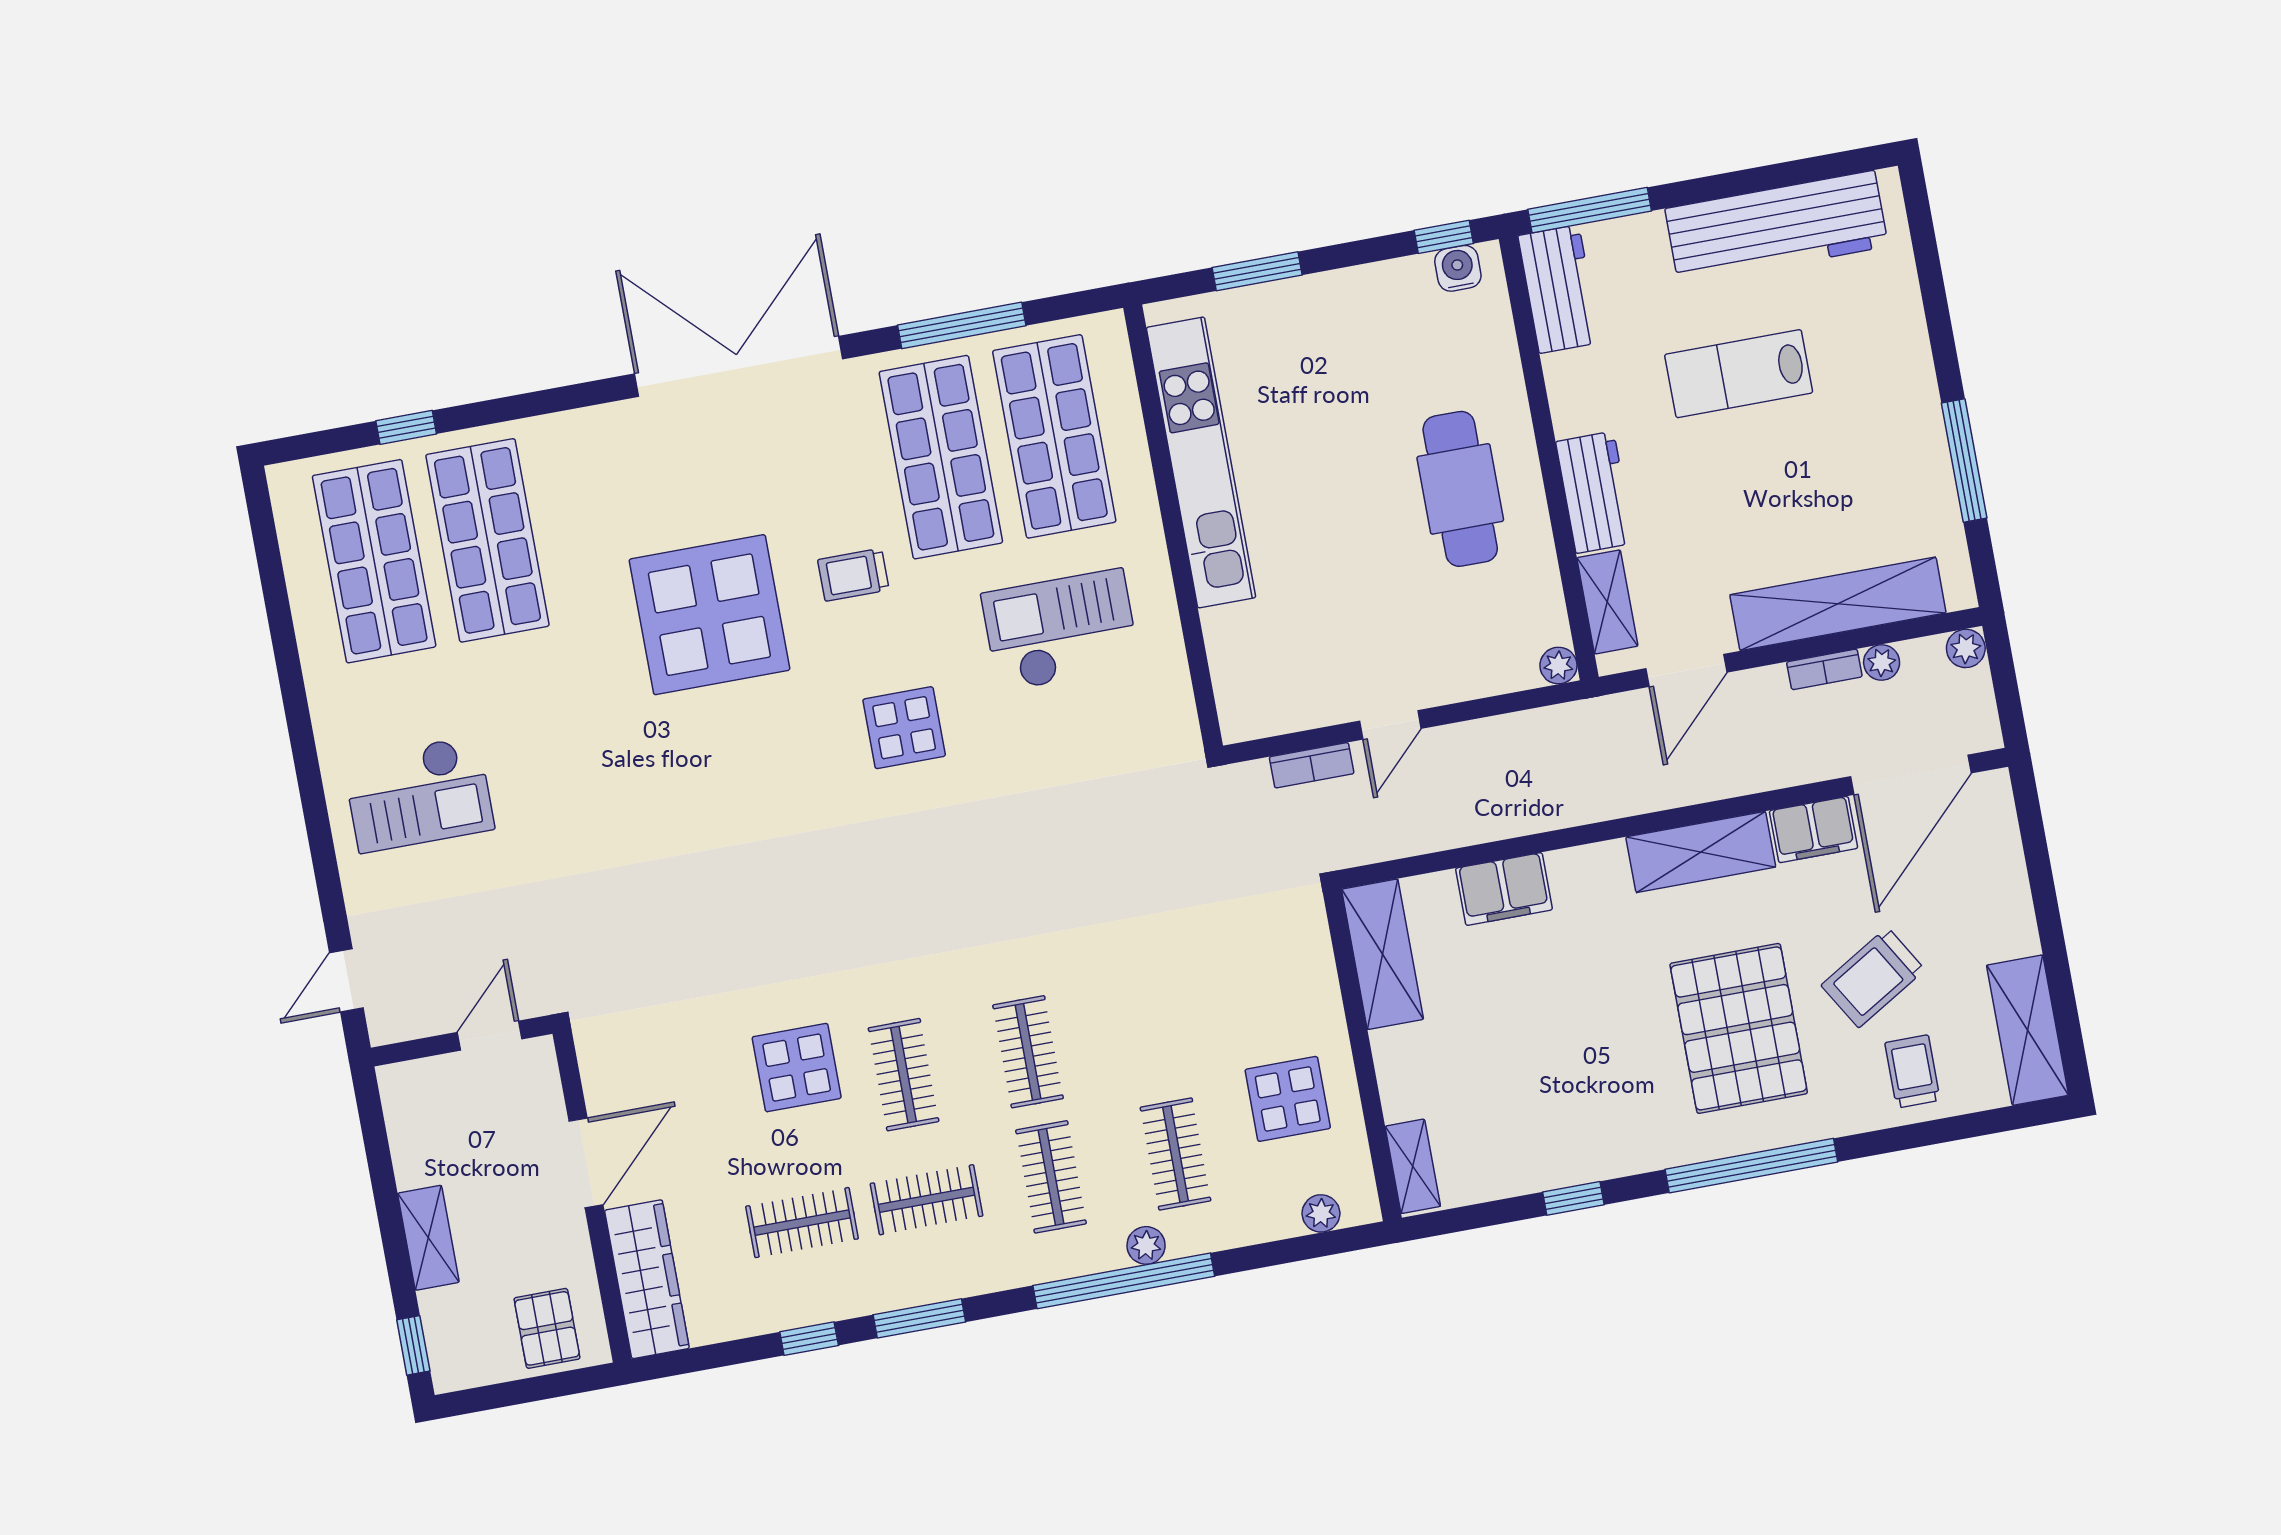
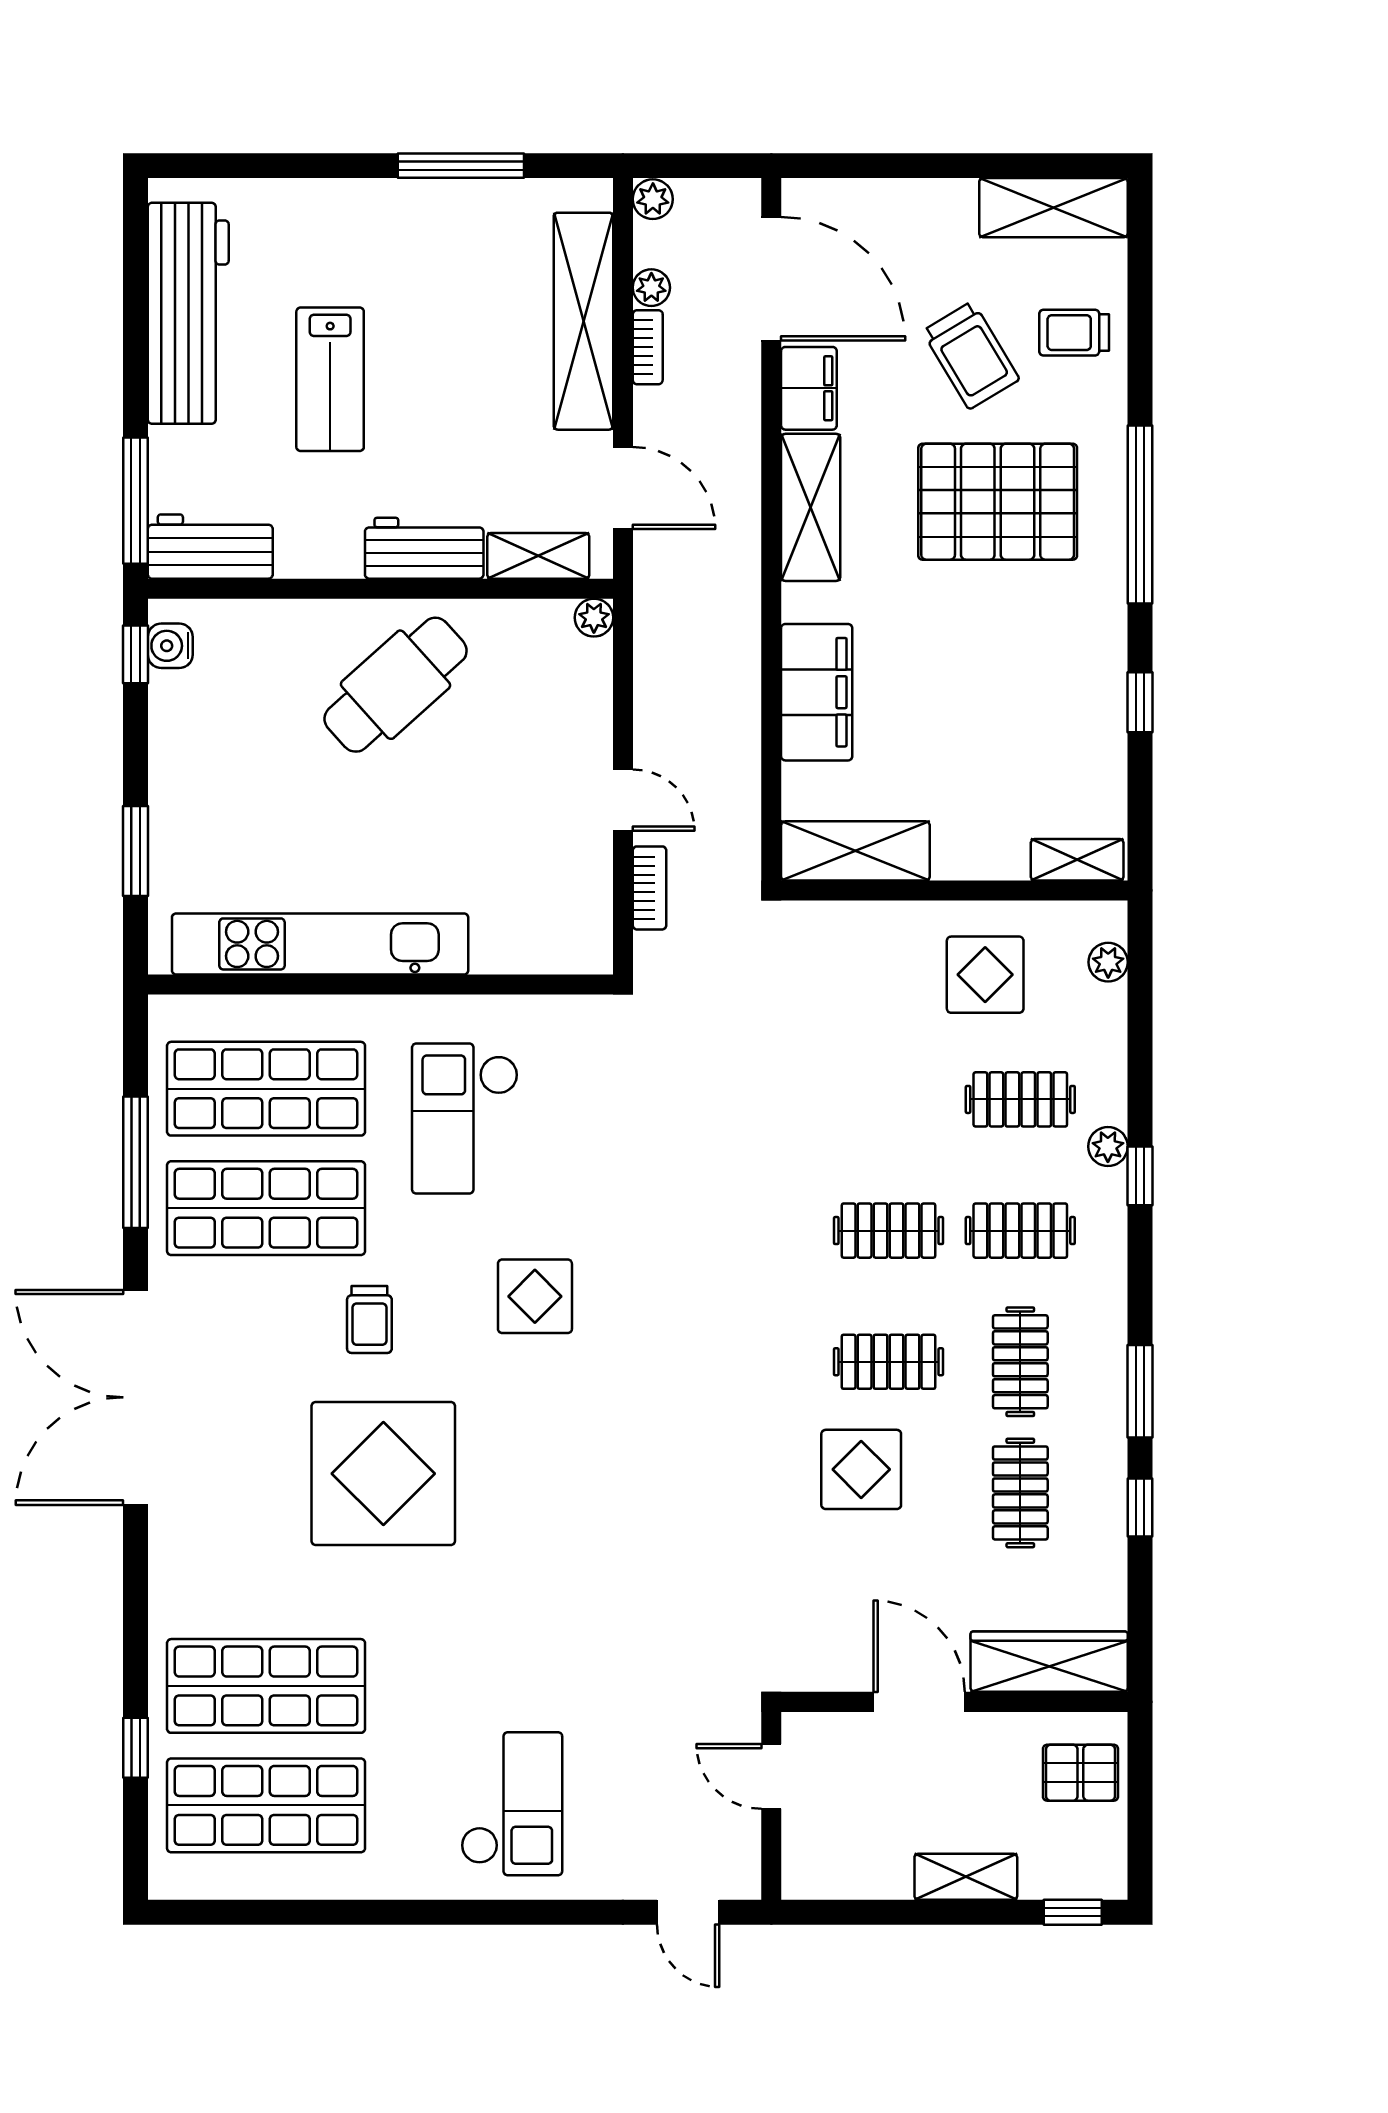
cafe table: (1460, 489) -> (396, 685), turned -42
filing cabinet: (1504, 889) -> (817, 692), width x1.50, depth x1.17
window: (1124, 1281) -> (1140, 1176), width x0.32

